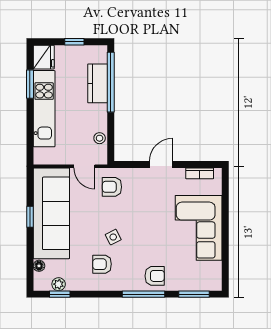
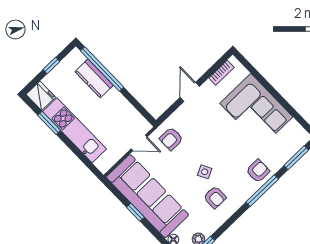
stool: (100, 138) -> (131, 114), removed
armchair: (102, 264) -> (215, 197), turned -90

